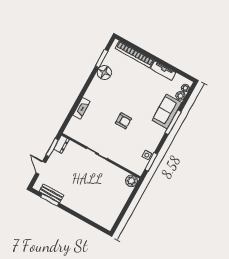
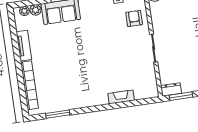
floor lamp: (104, 73) -> (69, 101), removed
armchair: (123, 121) -> (134, 18), moved

